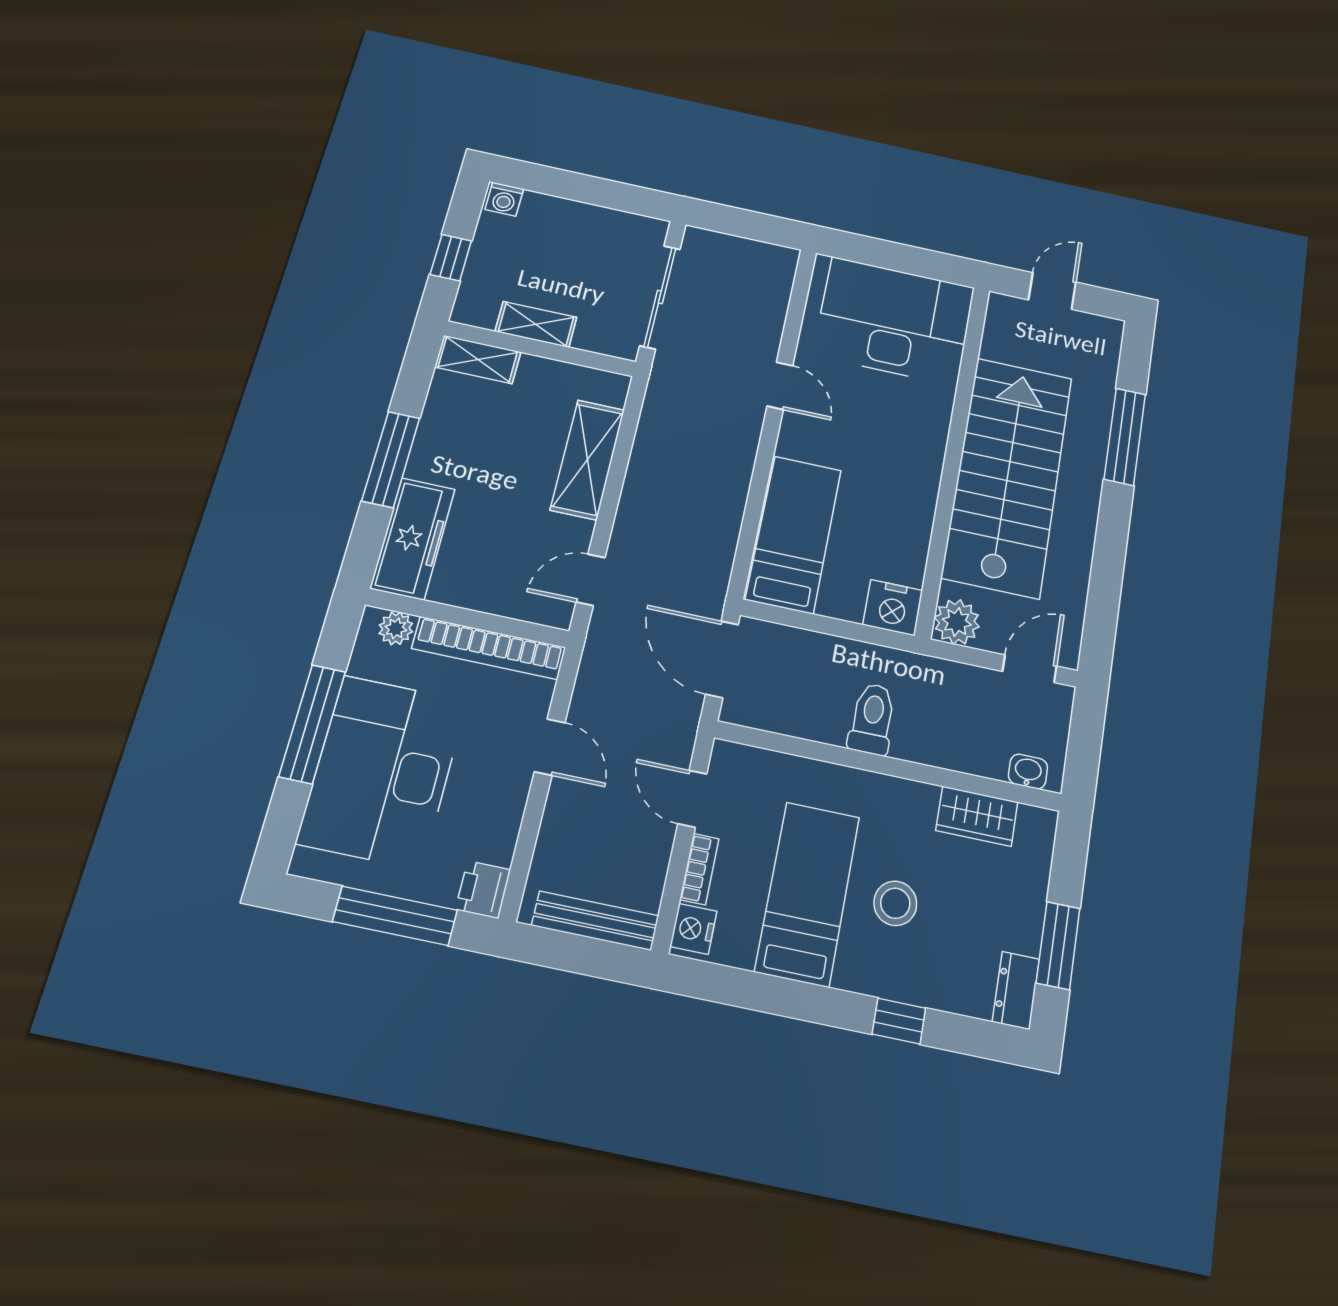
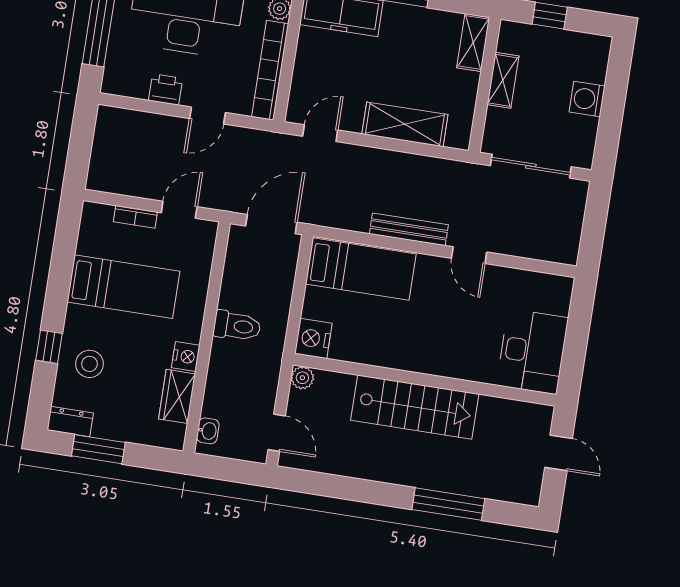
washing machine: (504, 199) -> (587, 99), moved, width x1.38, depth x1.38
desk: (894, 321) -> (532, 352), width x0.73, depth x0.77
door: (780, 386) -> (469, 255), hinge flipped
stairs: (1008, 476) -> (415, 407), width x0.73, depth x0.66
door: (591, 580) -> (320, 133), hinge flipped
plant: (957, 622) -> (302, 378), width x0.73, depth x0.73
printer: (483, 890) -> (166, 89), moved
stool: (895, 903) -> (89, 364), moved
bench: (595, 921) -> (409, 229), moved, turned 90
nightstand: (693, 929) -> (186, 357), moved, turned 90

